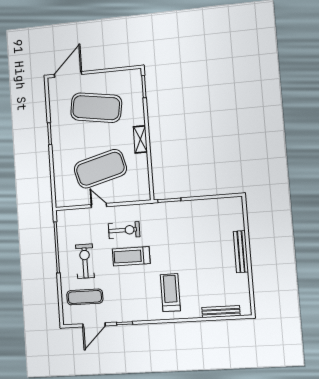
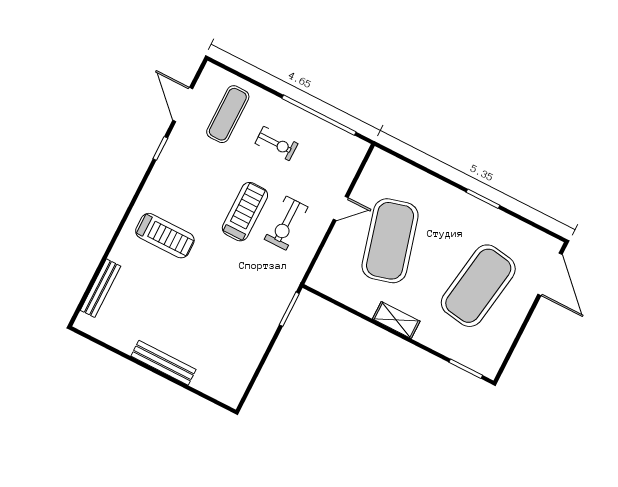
exercise bike: (85, 261) -> (276, 143), width x0.73, depth x0.72

